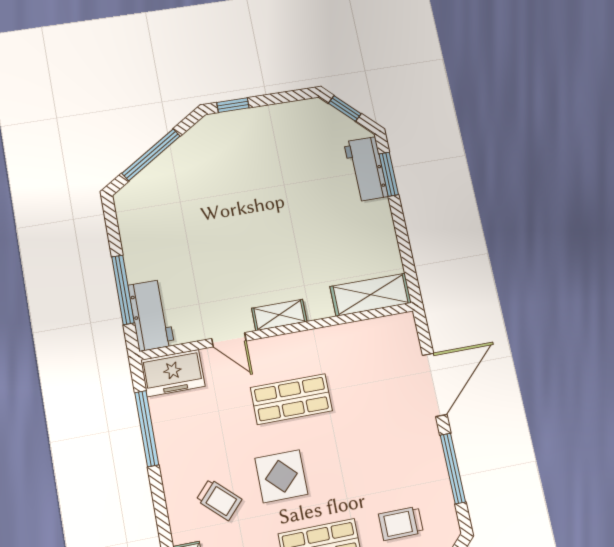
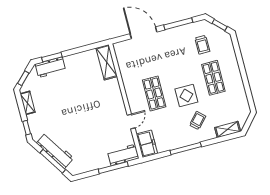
workbench: (175, 162) -> (55, 151), added
shelving: (279, 315) -> (28, 103), moved
window: (147, 429) -> (186, 149), moved

